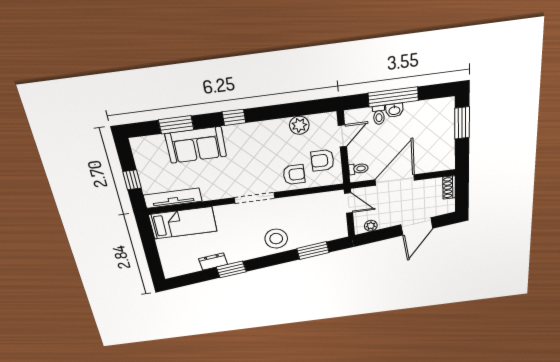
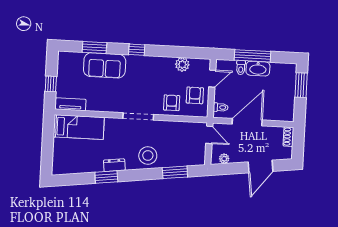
washbasin: (394, 110) -> (258, 69), width x1.91, depth x1.45
armchair: (323, 160) -> (195, 95), turned 90
armchair: (294, 175) -> (172, 103), turned -90
tv unit: (173, 198) -> (70, 104), width x0.71
dresser: (213, 262) -> (114, 165), moved

